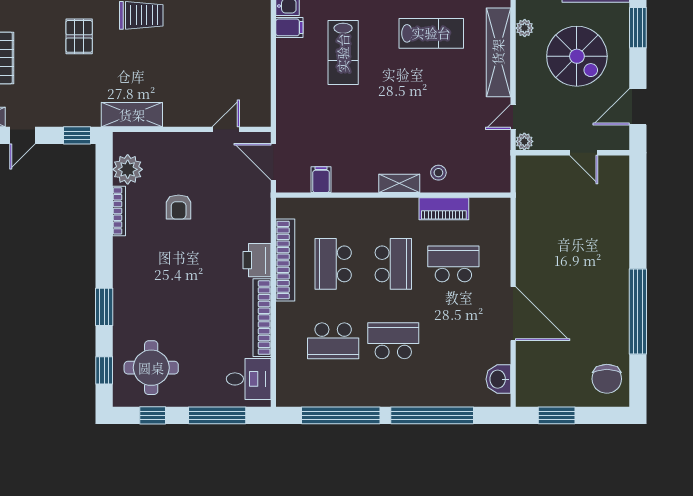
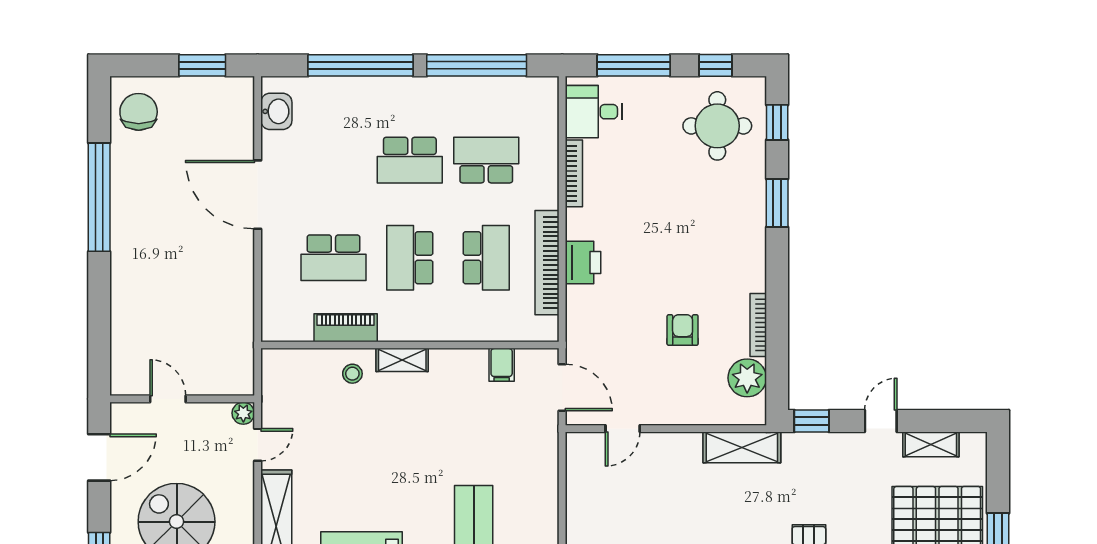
bookcase: (262, 318) -> (574, 173), width x0.68, depth x0.76

